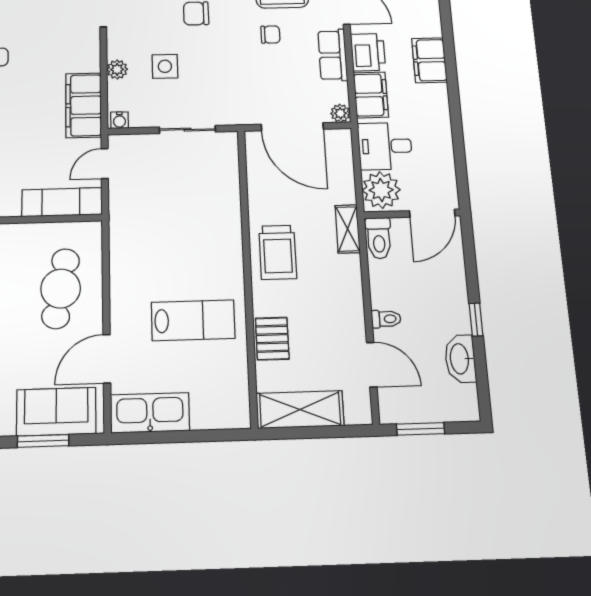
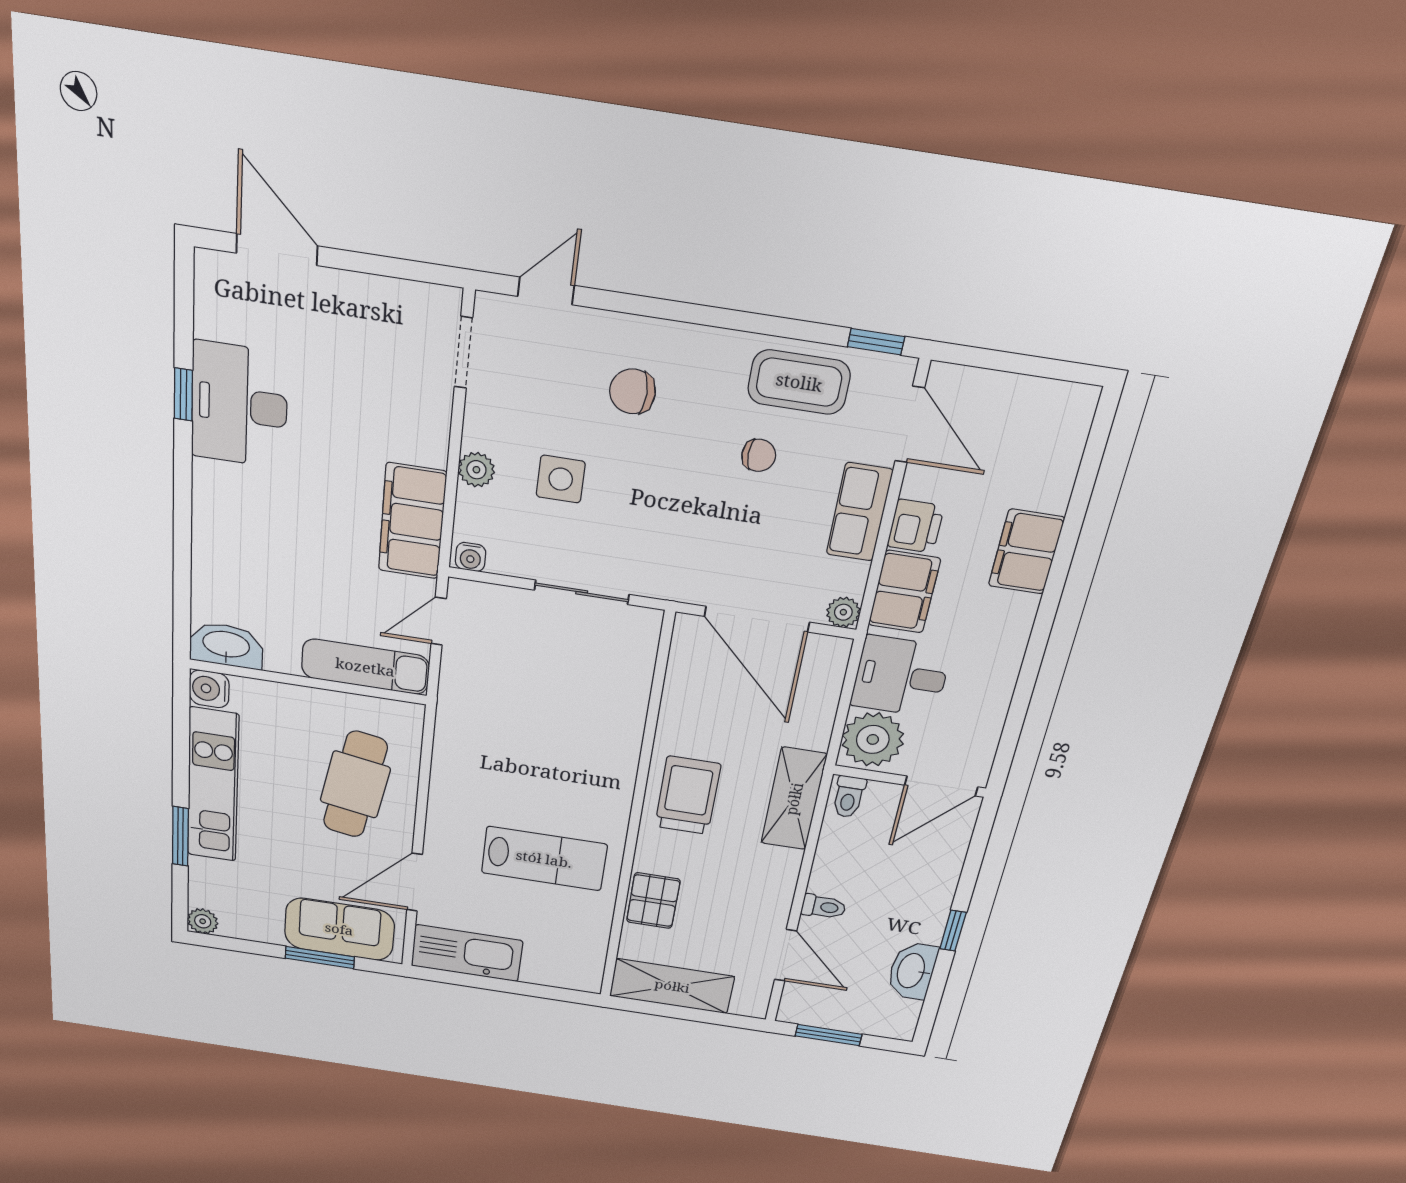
printer: (368, 52) -> (916, 526), width x0.73, depth x0.81
shelving: (348, 229) -> (794, 799), width x1.50, depth x1.33
toilet: (379, 238) -> (849, 797), width x0.73, depth x0.72
trolley: (278, 252) -> (688, 795), turned 180

